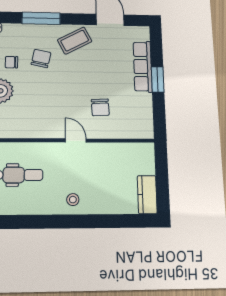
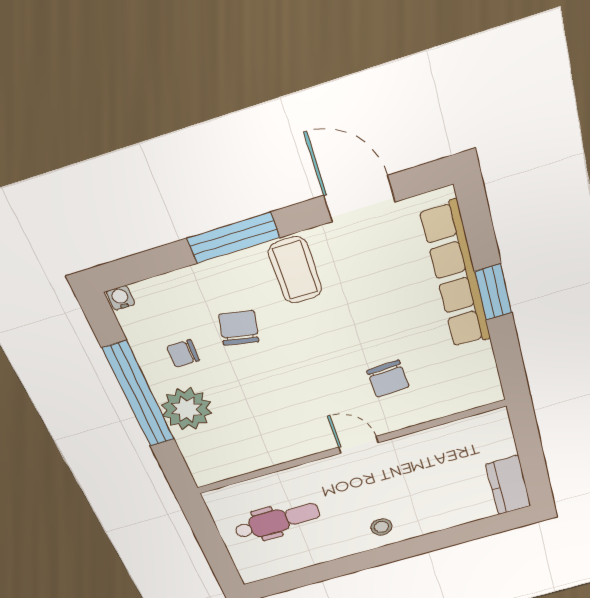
window: (41, 18) -> (233, 238), moved
coffee table: (75, 41) -> (295, 270), turned -62
row of seats: (143, 67) -> (456, 277), width x1.36

